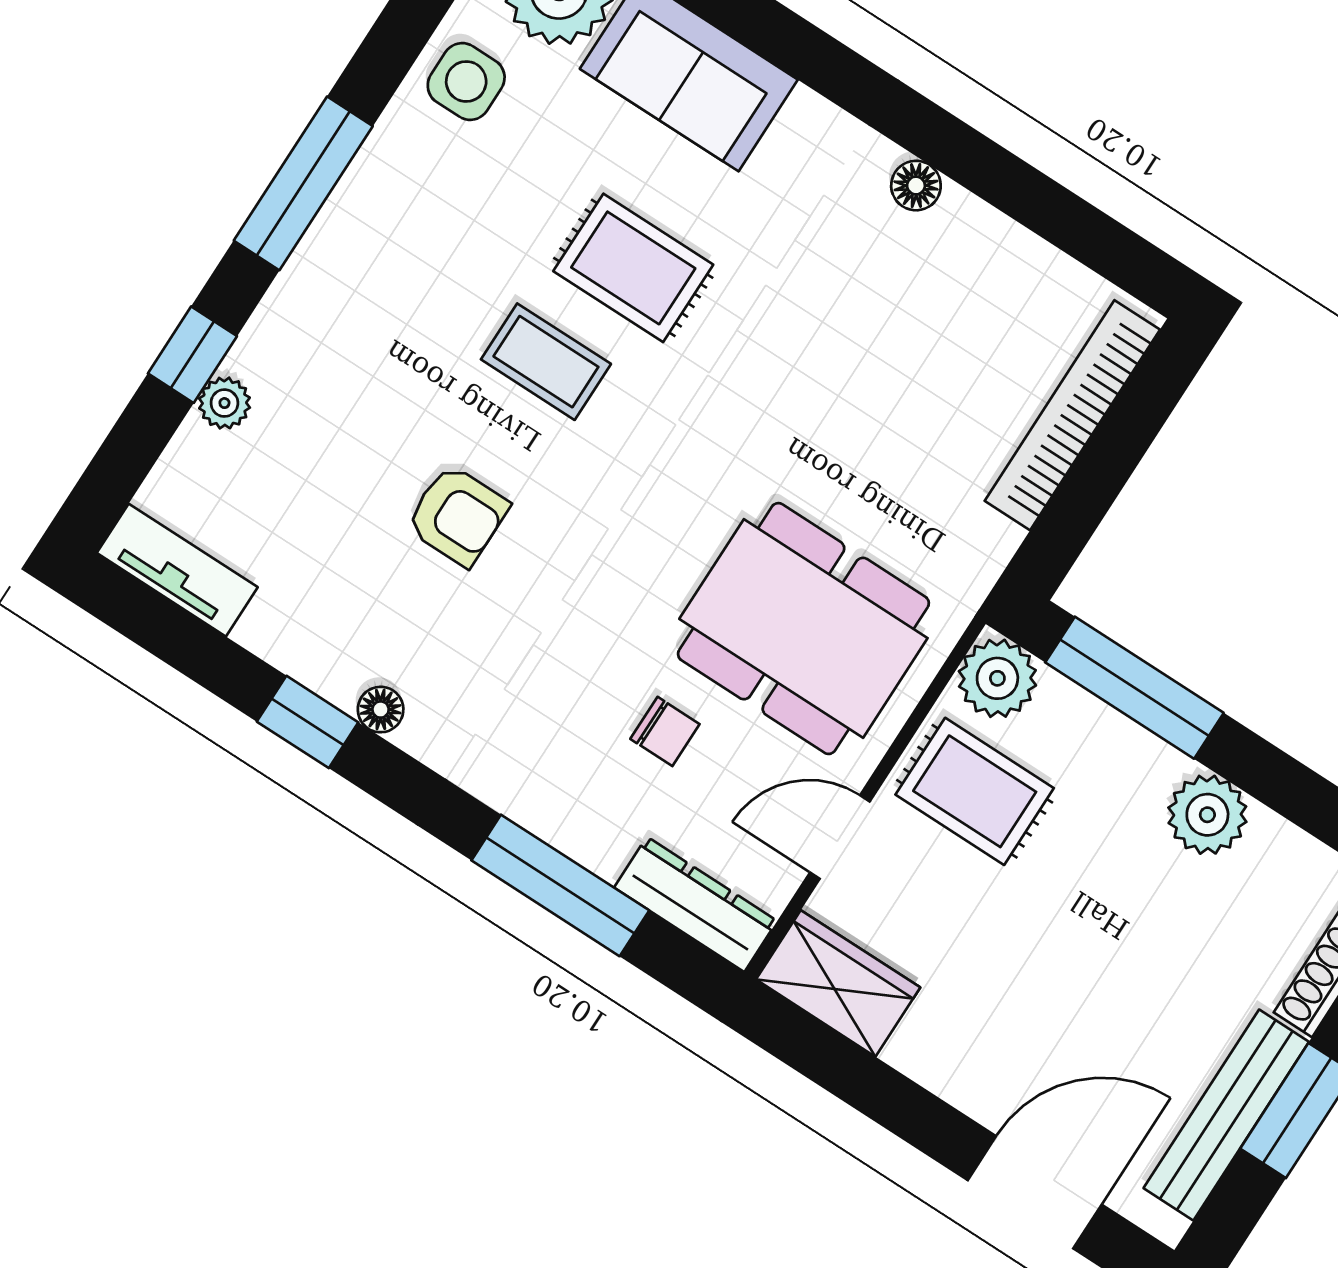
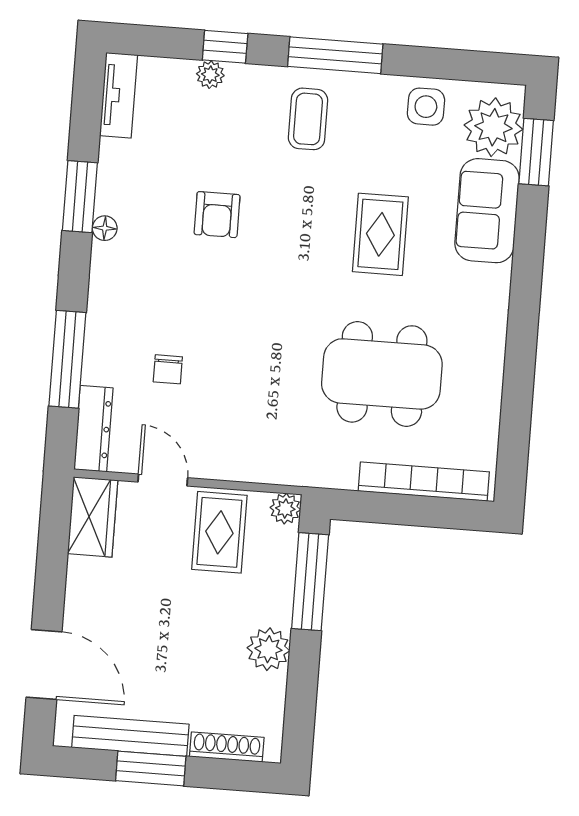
floor lamp: (916, 186) -> (493, 348), removed
coffee table: (546, 362) -> (308, 119), moved
dining table: (803, 629) -> (382, 374), moved, turned 90
plant: (997, 678) -> (285, 509), width x0.73, depth x0.73
window: (308, 722) -> (80, 197), width x1.50

